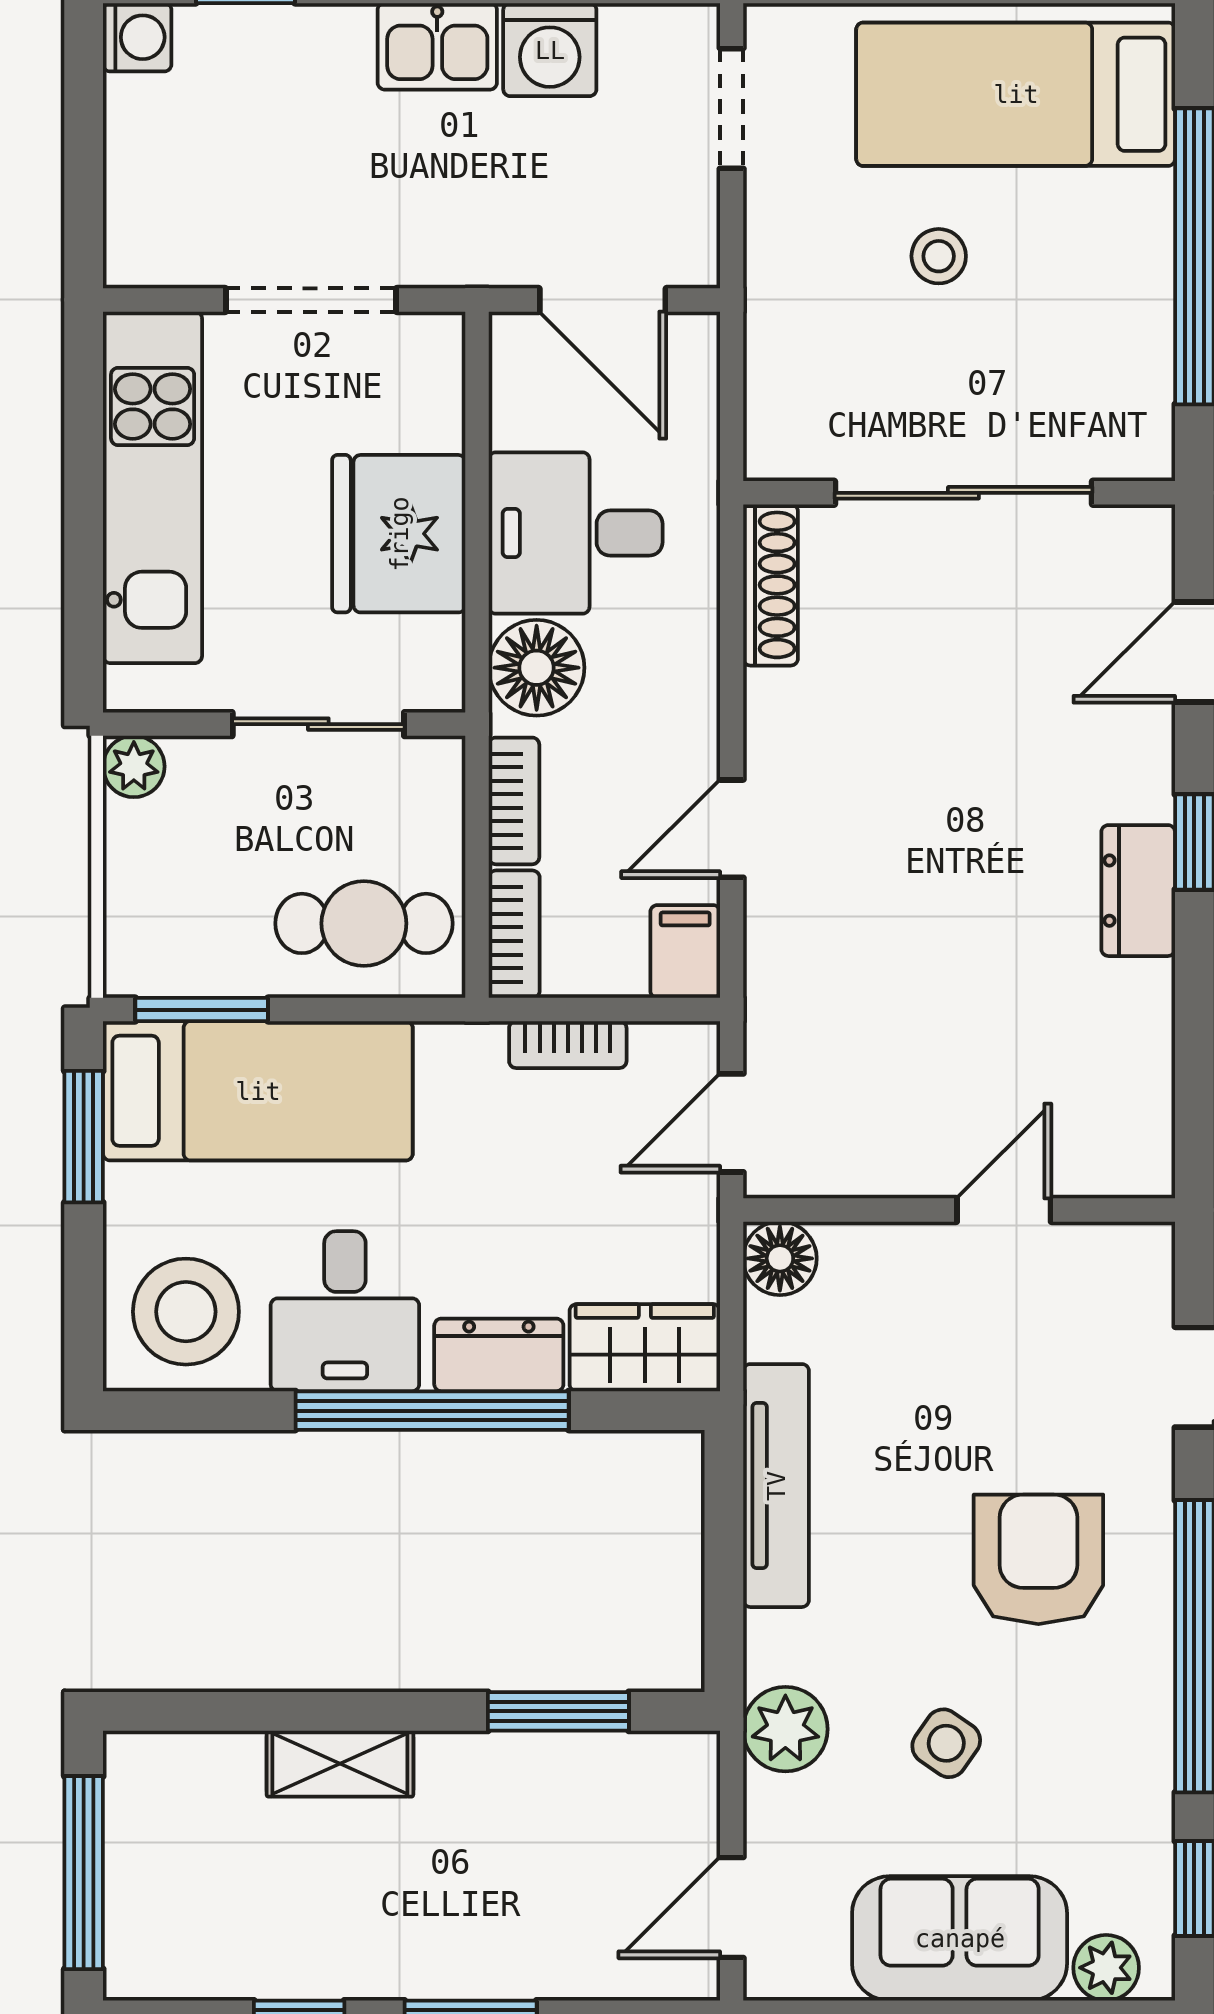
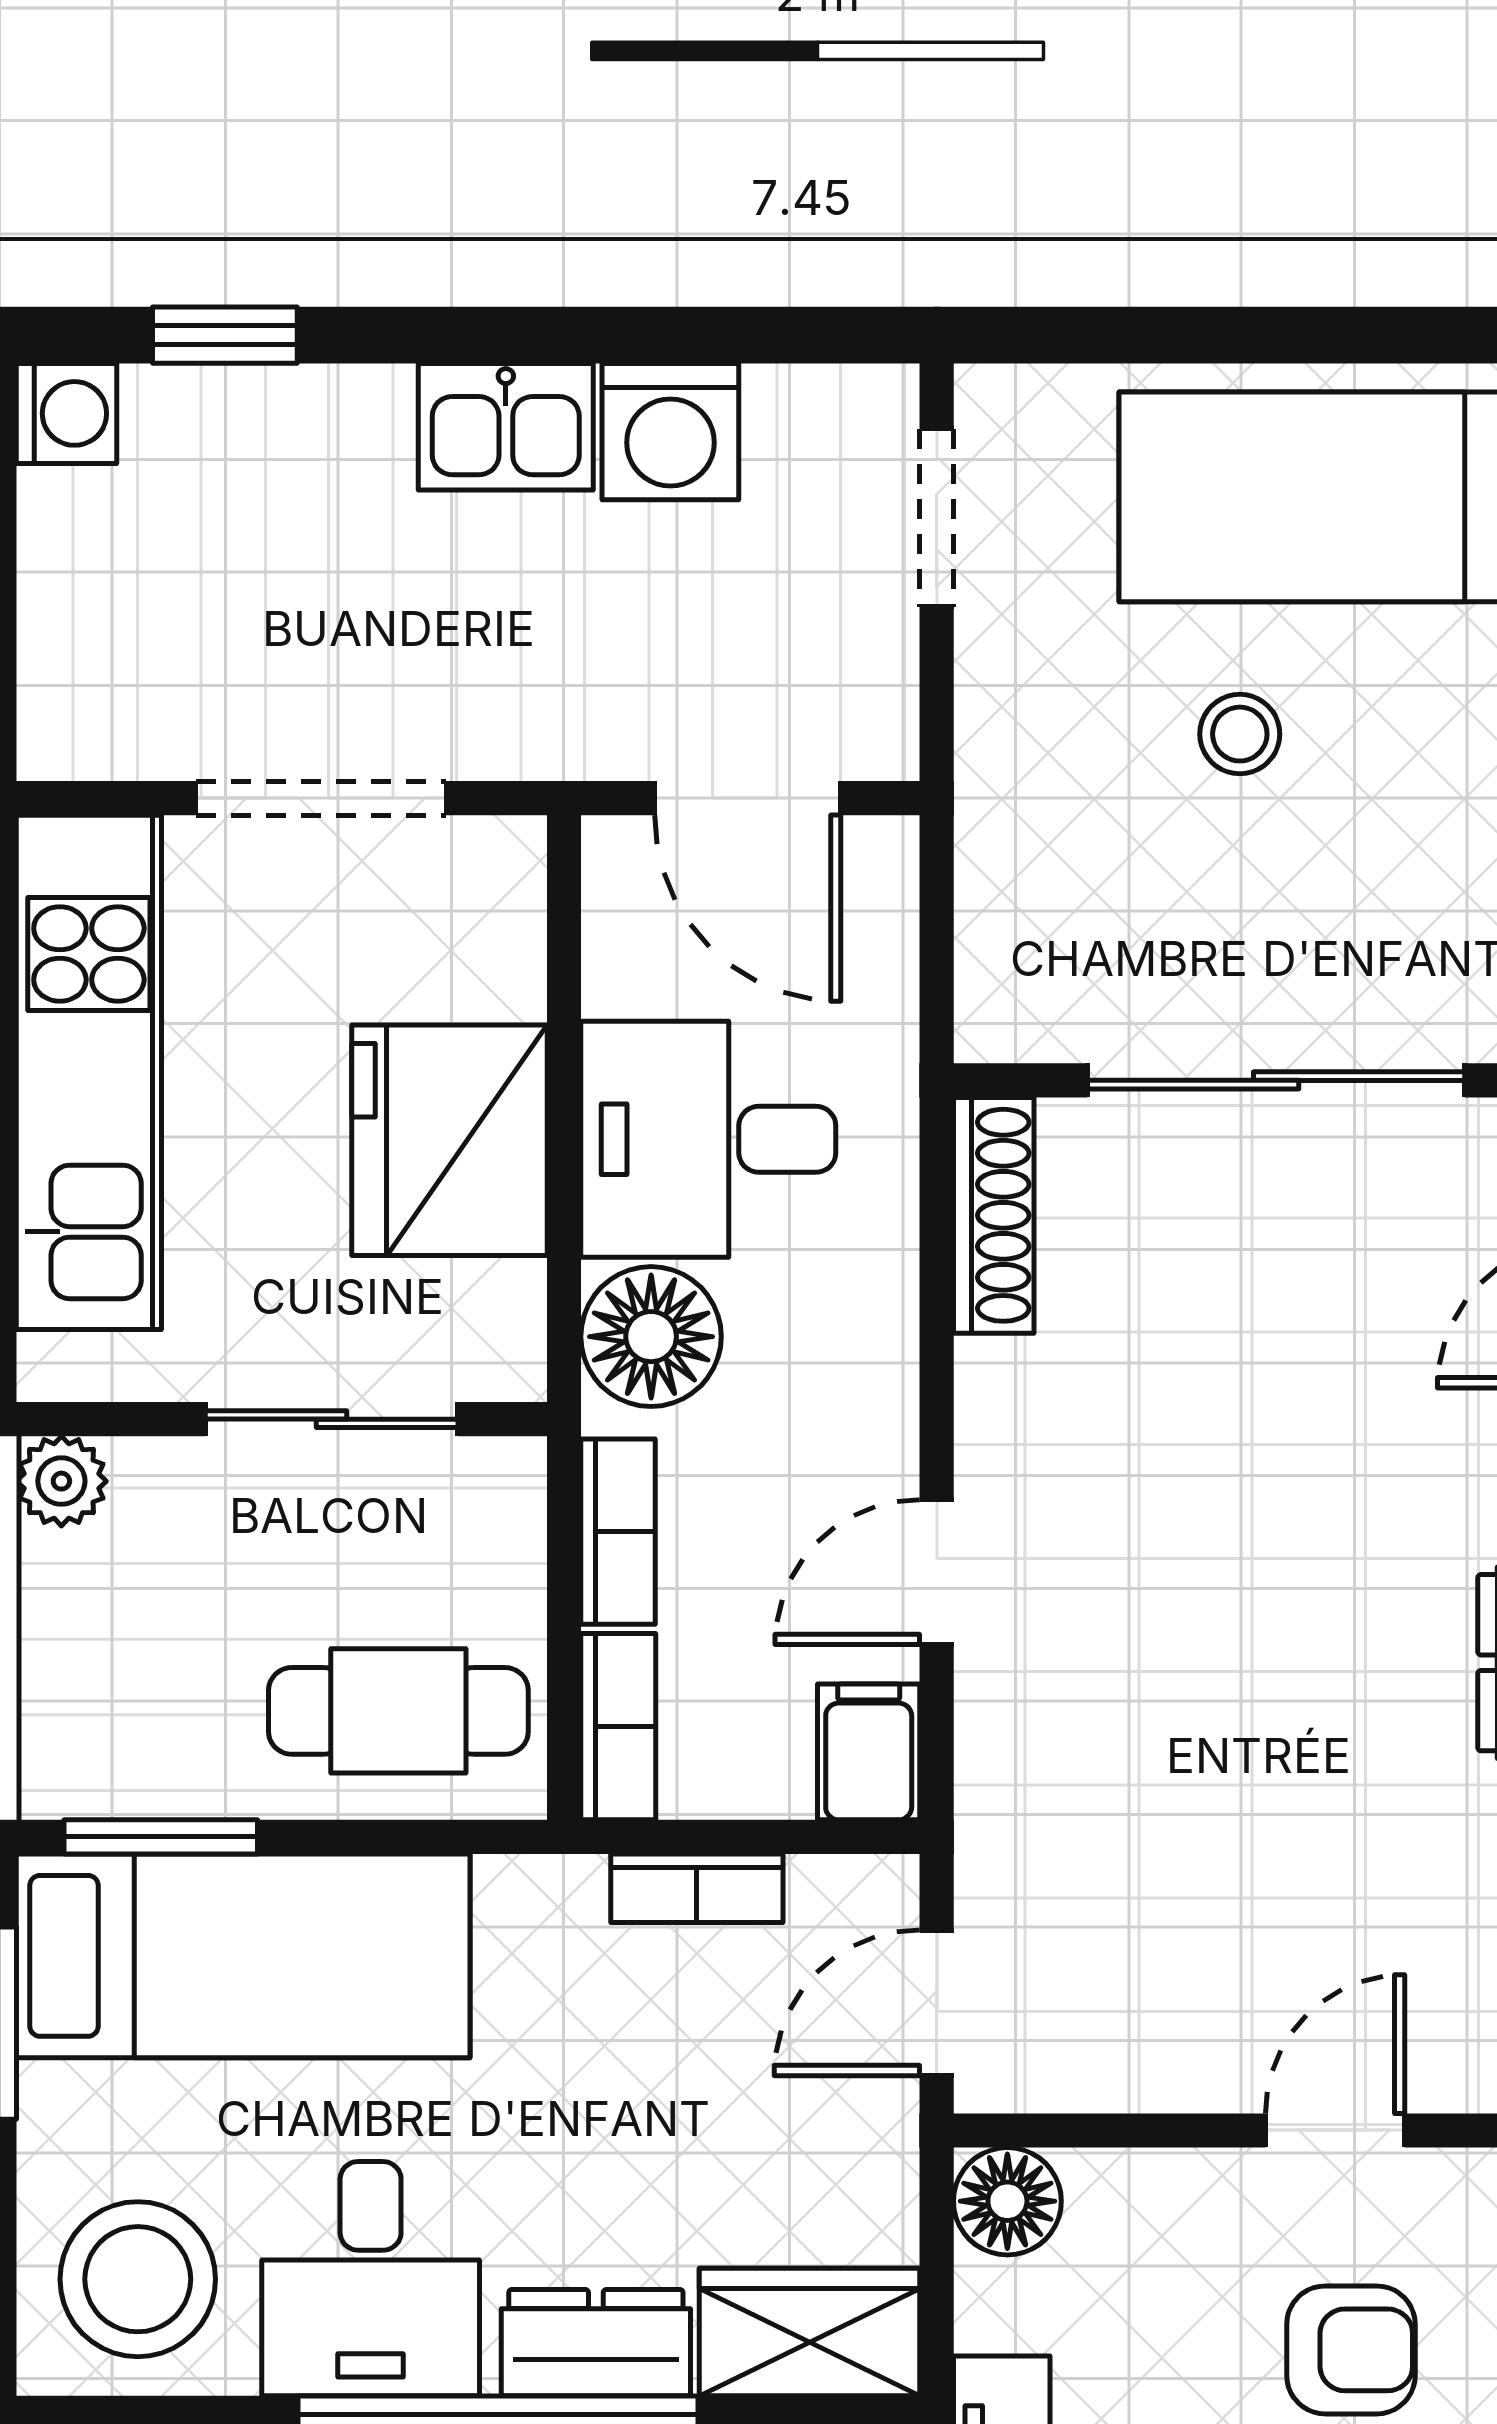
armchair: (1015, 1360) -> (1351, 2350), added

